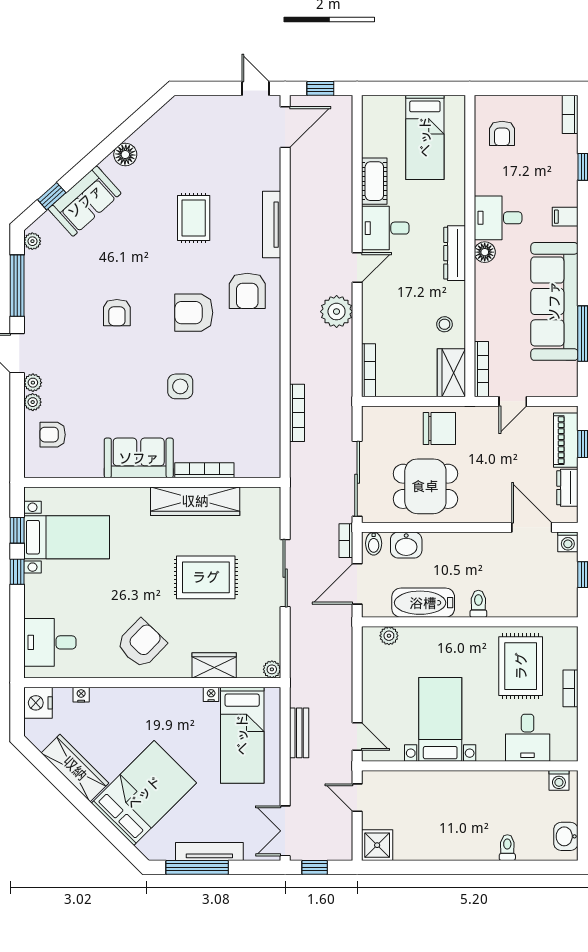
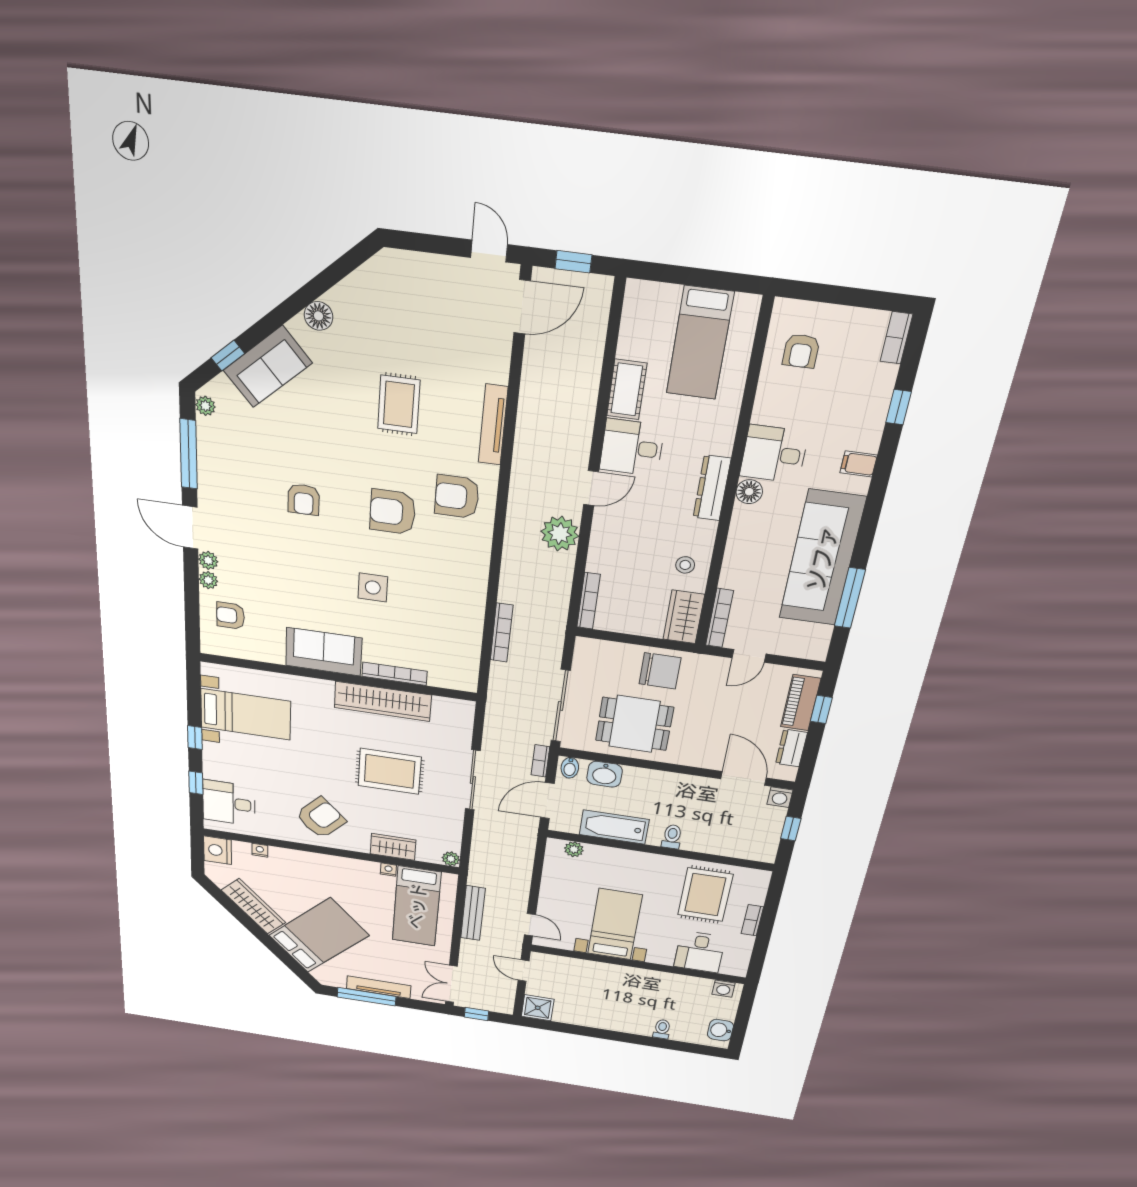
armchair: (247, 291) -> (457, 497), turned 90
window: (17, 530) -> (196, 783), moved
bench: (299, 733) -> (473, 913), width x1.36

